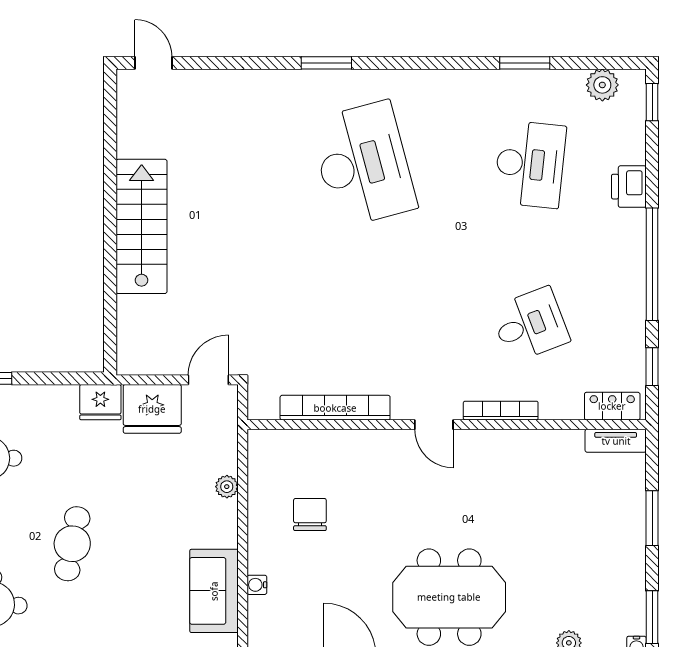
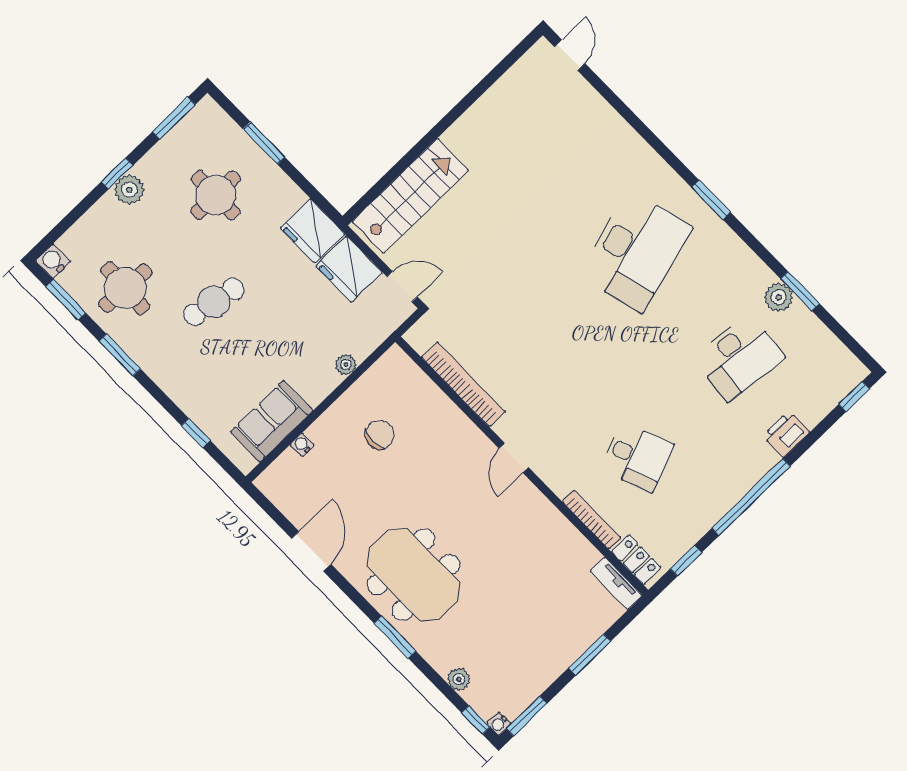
window: (326, 63) -> (711, 200), moved
plant: (602, 85) -> (779, 297), moved
stairs: (142, 226) -> (410, 196), moved
fridge: (100, 402) -> (313, 231), width x1.36, depth x1.34
bookcase: (501, 411) -> (592, 520), moved

